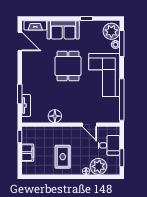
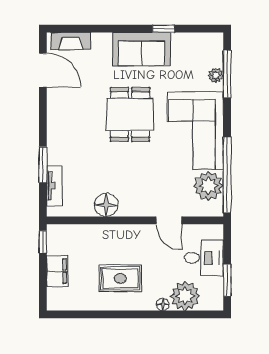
sofa: (63, 30) -> (141, 49), moved
plant: (111, 31) -> (208, 186), moved
rug: (63, 157) -> (120, 278), turned 90

